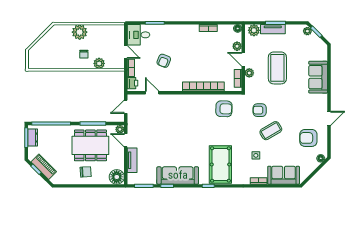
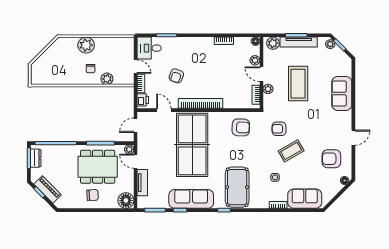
tv unit: (273, 29) -> (299, 42), width x1.41
bookcase: (203, 86) -> (201, 103), moved
table tennis table: (179, 125) -> (192, 145), added

